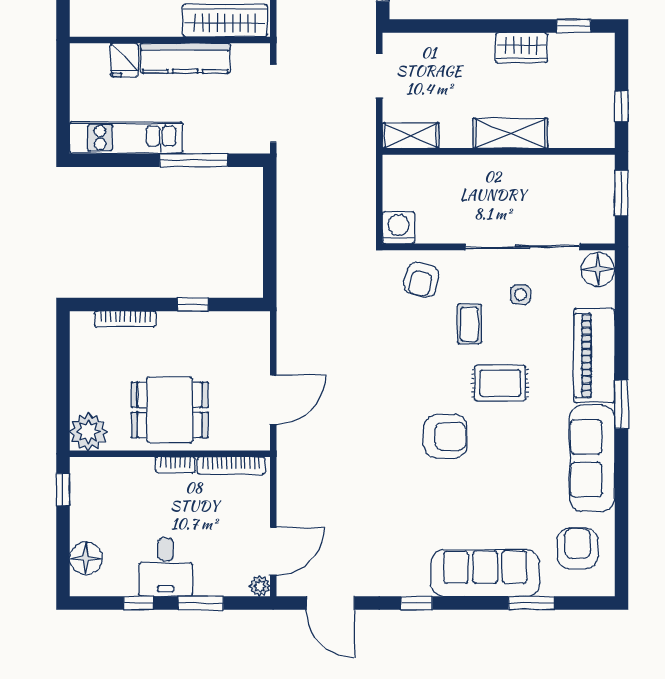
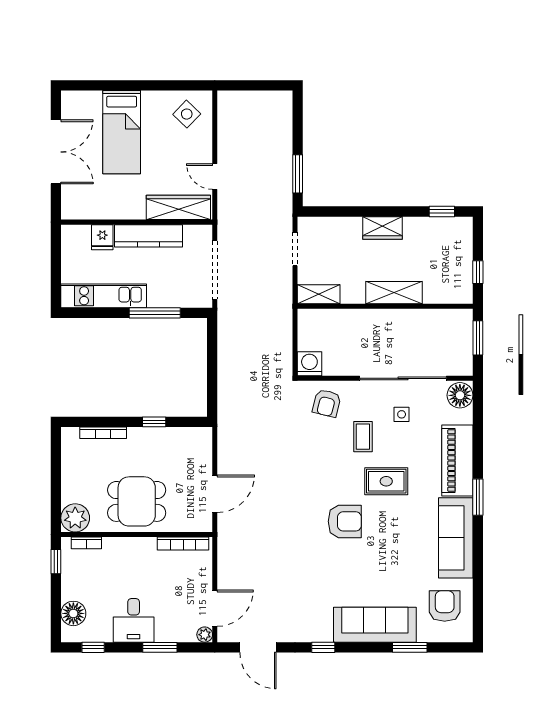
wardrobe: (522, 48) -> (383, 228), moved
bookcase: (175, 465) -> (86, 543), moved
window: (139, 603) -> (93, 647), moved

